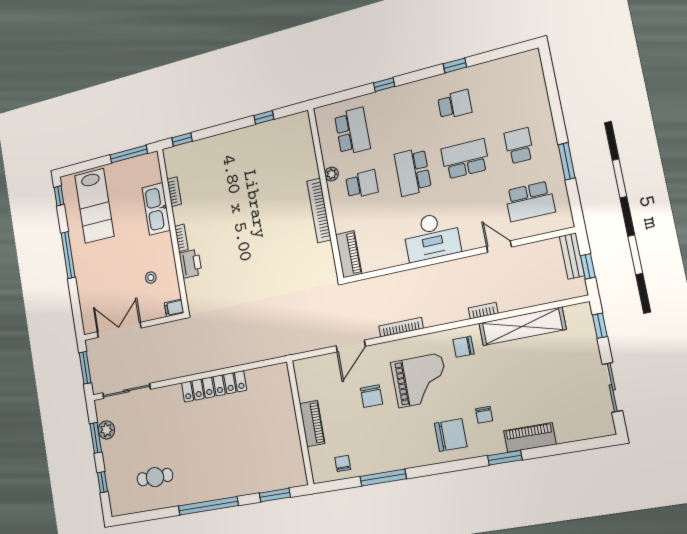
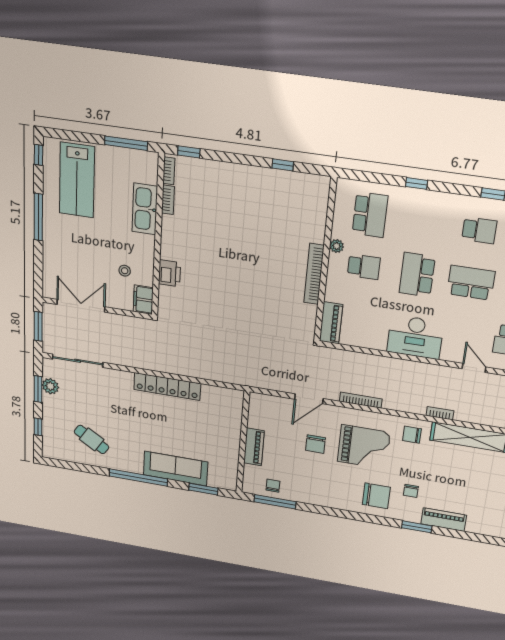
bookcase: (181, 238) -> (169, 171), moved
filing cabinet: (174, 308) -> (143, 300), width x2.00
cafe table: (155, 477) -> (92, 439), turned 32
window: (383, 478) -> (275, 502), moved
sofa: (242, 480) -> (176, 469), added

